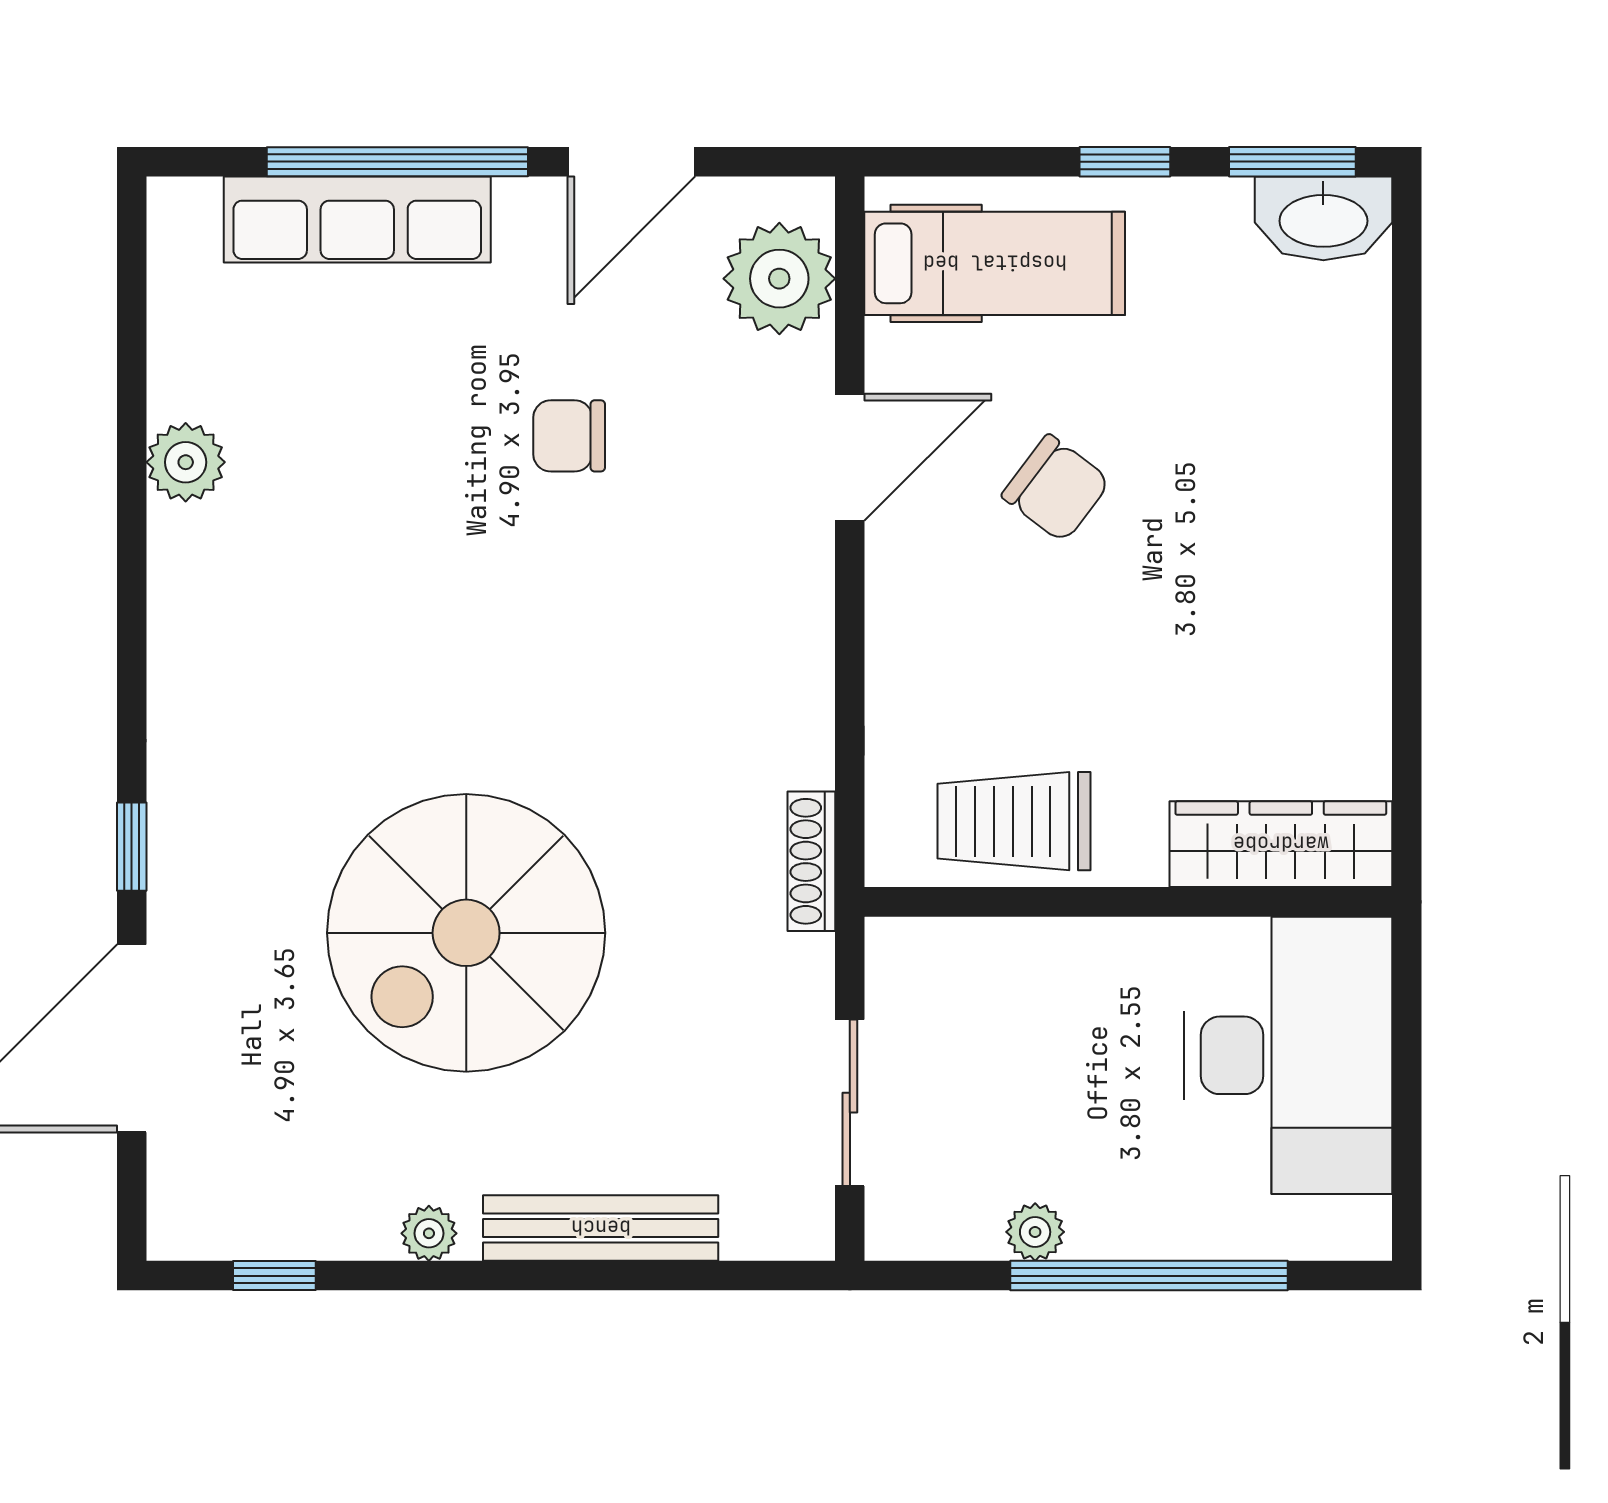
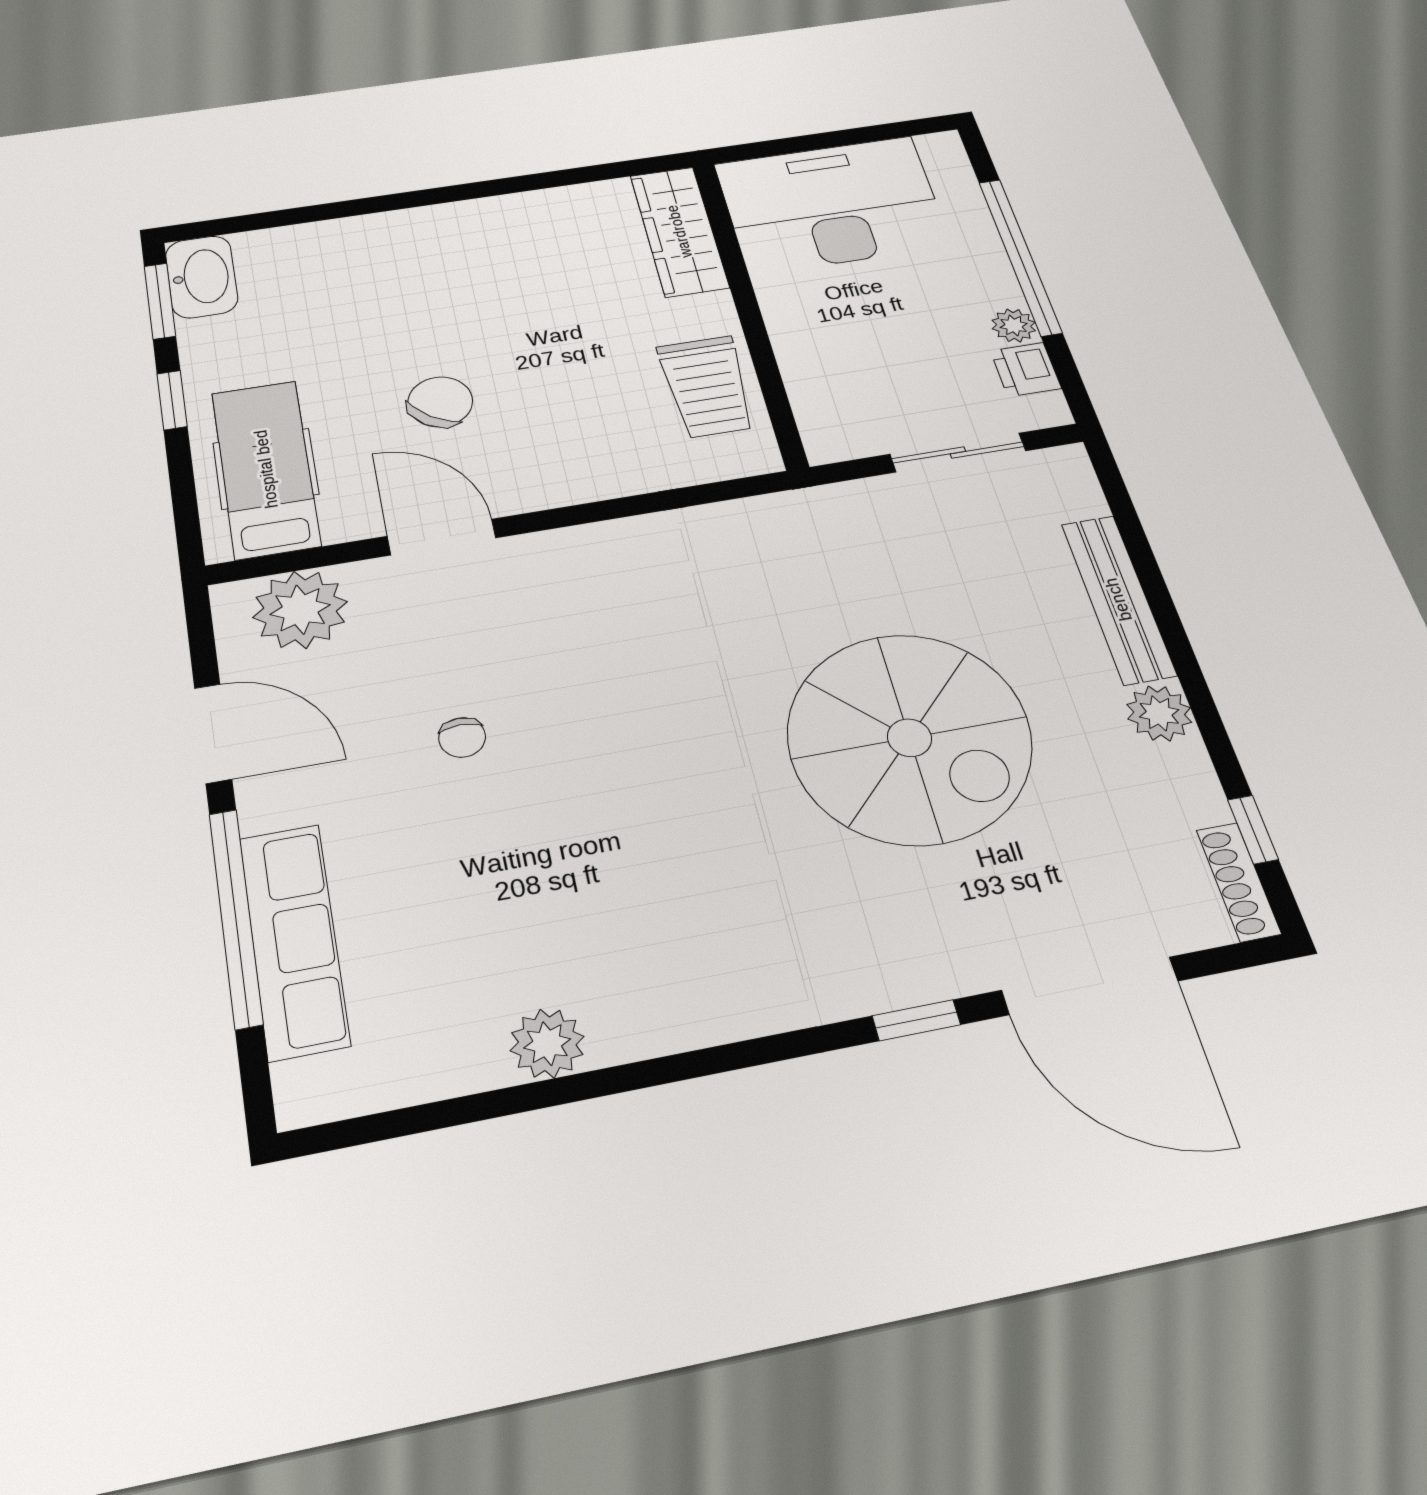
chair: (569, 436) -> (462, 737), width x0.73, depth x0.73
shoe rack: (811, 861) -> (1239, 882), moved, turned 90
printer: (961, 1225) -> (1026, 370), added
plant: (429, 1233) -> (1159, 713), width x1.38, depth x1.38

